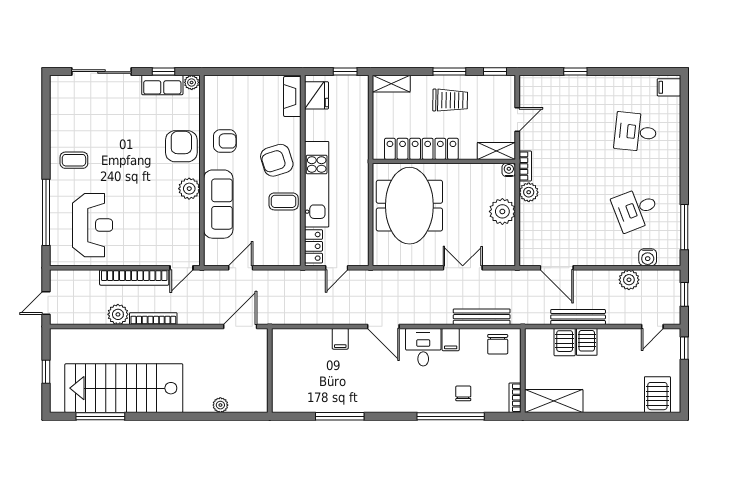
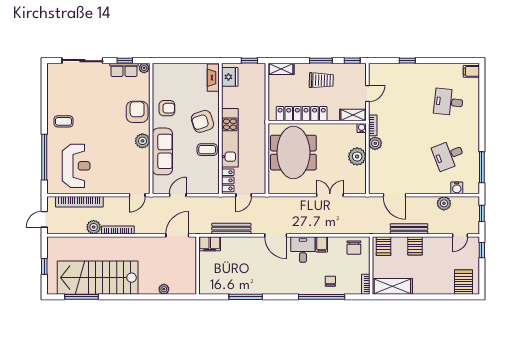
bookcase: (134, 277) -> (79, 202), moved
bench: (482, 317) -> (231, 229), moved
filing cabinet: (340, 339) -> (210, 244), moved, width x2.00
server rack: (565, 342) -> (383, 246), moved

